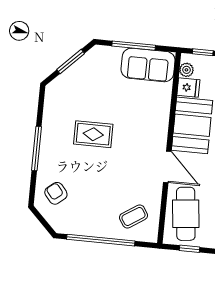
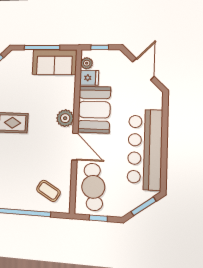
plant: (158, 133) -> (65, 118), added
coffee table: (134, 216) -> (48, 191), turned 63

